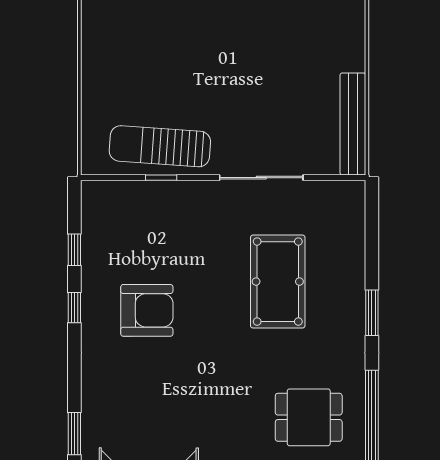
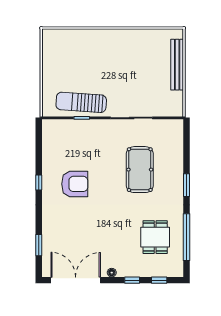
bench: (353, 124) -> (177, 65), moved
window: (74, 250) -> (39, 154), removed
dining table: (309, 417) -> (155, 237), turned 90

